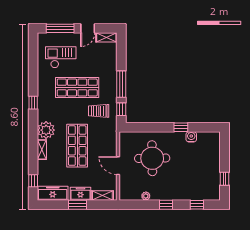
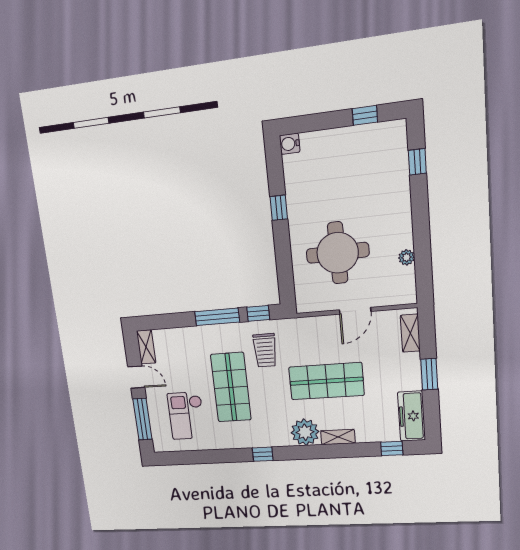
water cooler: (191, 137) -> (290, 144), moved
freezer: (80, 194) -> (410, 370), removed
window: (166, 205) -> (421, 219), removed

